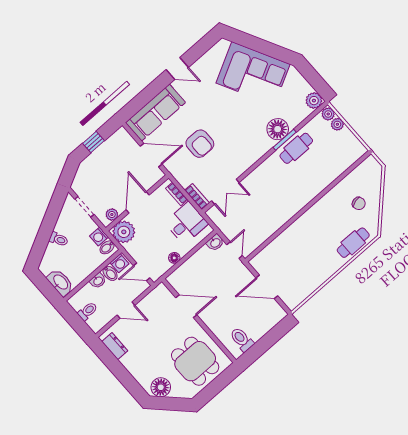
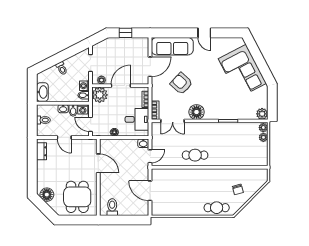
floor lamp: (278, 129) -> (197, 112), moved
armchair: (200, 144) -> (181, 83), turned 133
cafe table: (296, 148) -> (195, 155), moved
door: (151, 155) -> (150, 67), hinge flipped

